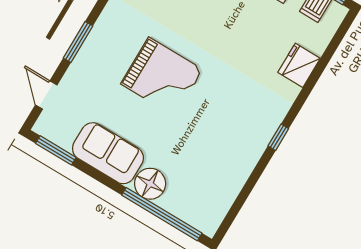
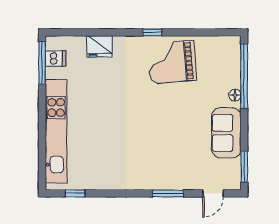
grand piano: (162, 77) -> (172, 62), moved, turned -95
floor lamp: (150, 184) -> (235, 95), width x0.53, depth x0.53

